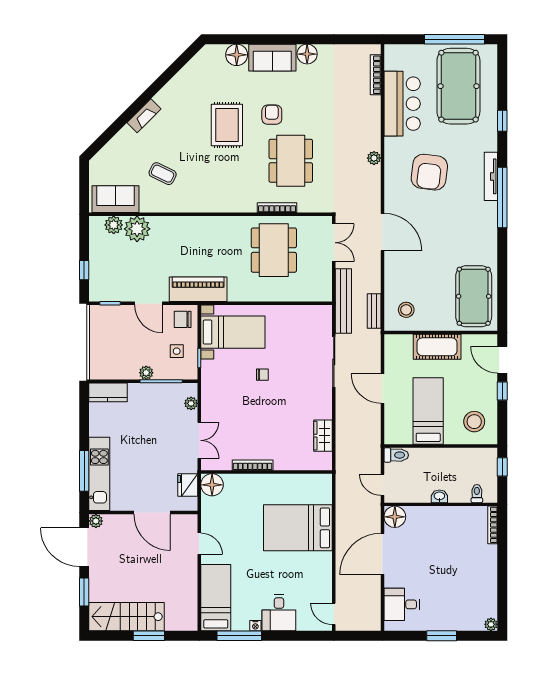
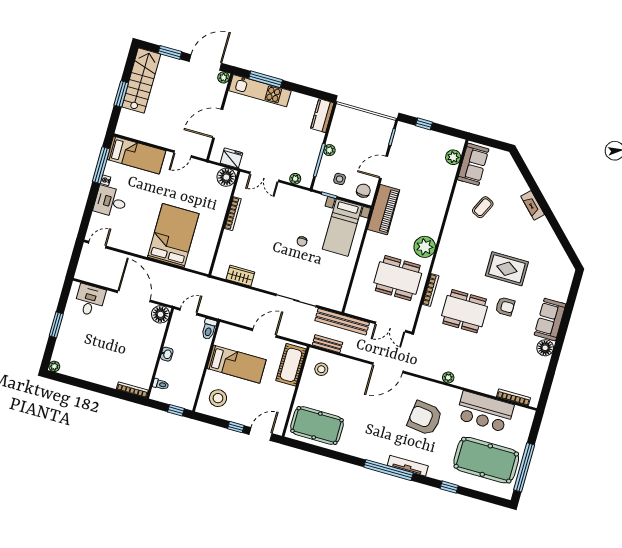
floor lamp: (237, 55) -> (560, 292), removed
plant: (137, 229) -> (425, 247), moved
cot: (437, 347) -> (291, 365), moved

